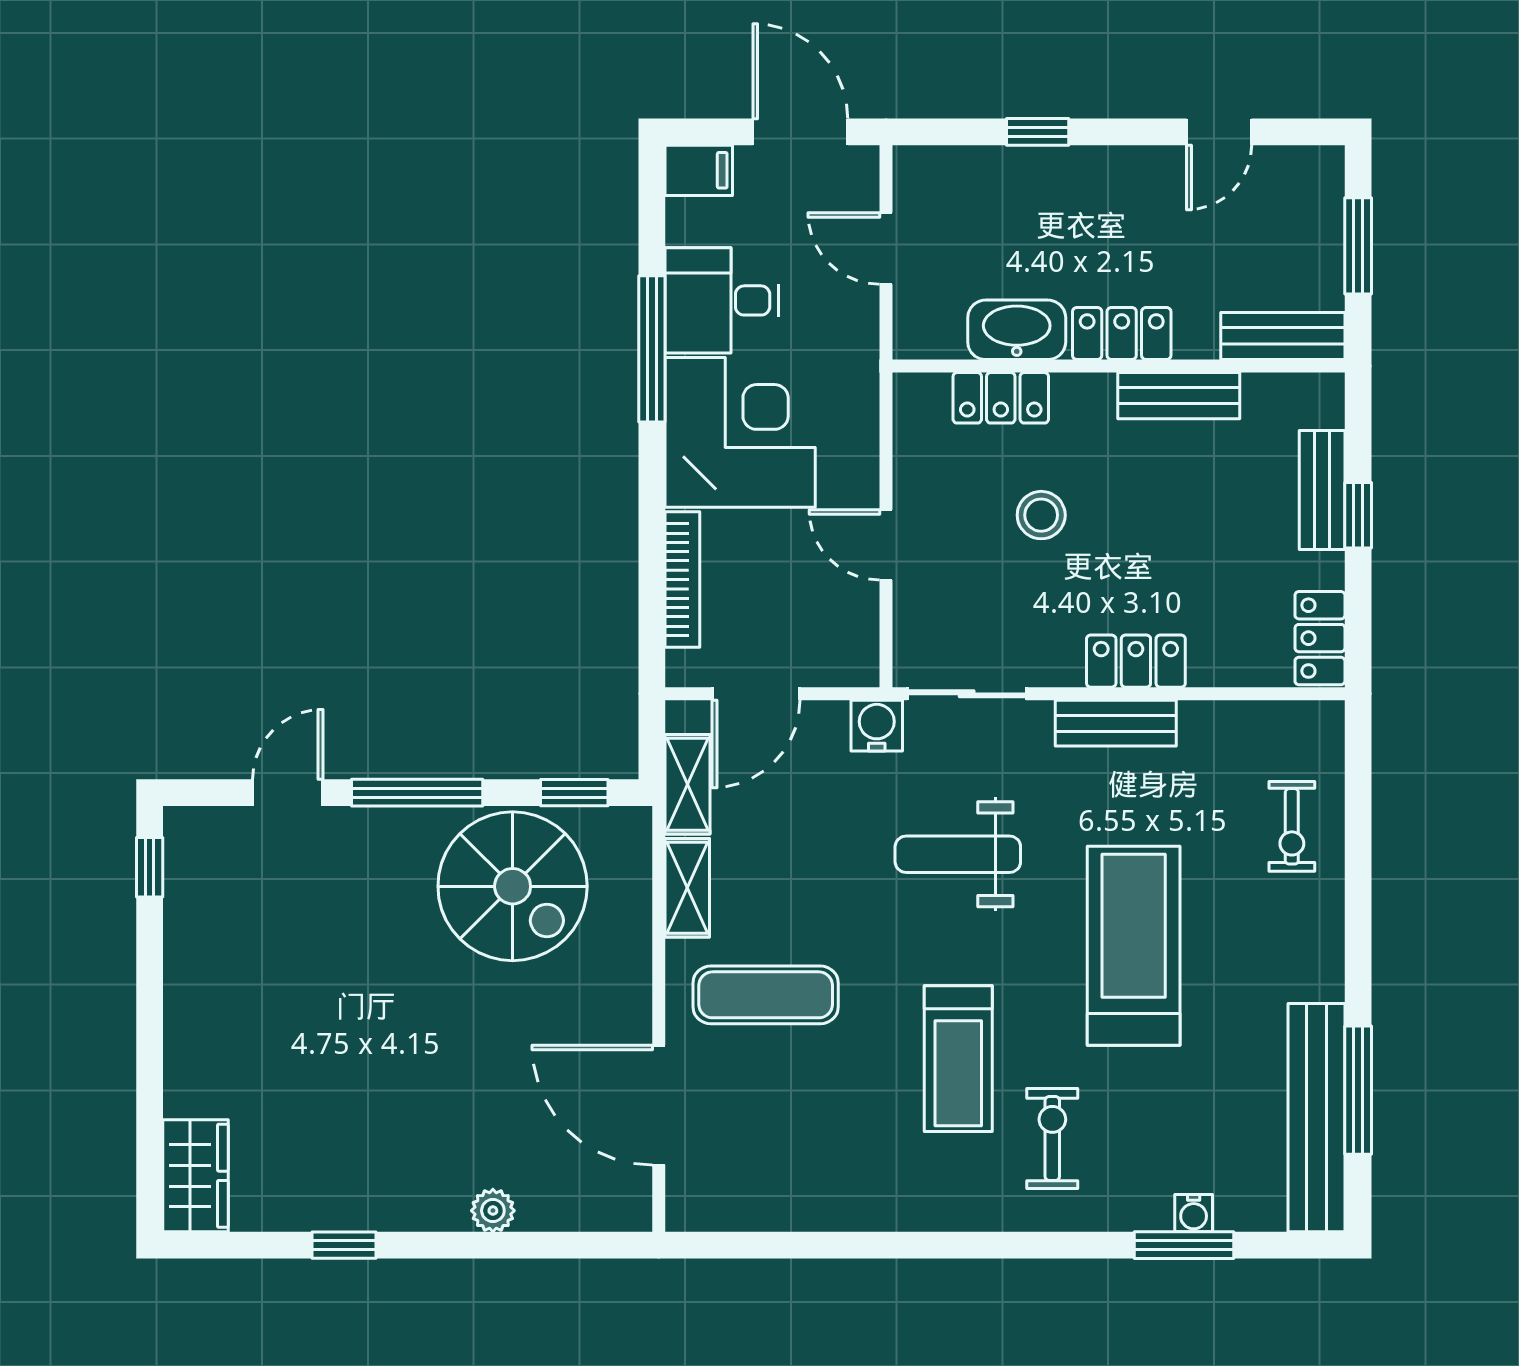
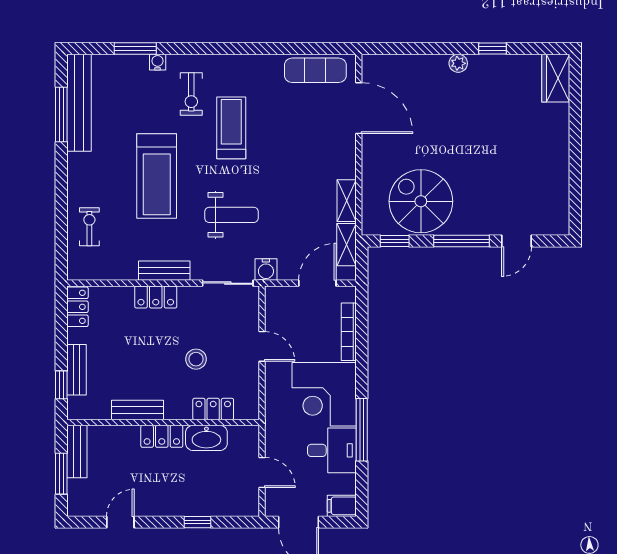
bench: (1283, 336) -> (77, 452), moved, turned 90
window: (1358, 515) -> (61, 385), moved
window: (150, 867) -> (575, 209), removed
exercise mat: (766, 995) -> (315, 70), moved
plant: (493, 1211) -> (458, 63), moved
water cooler: (1194, 1213) -> (158, 62), moved

